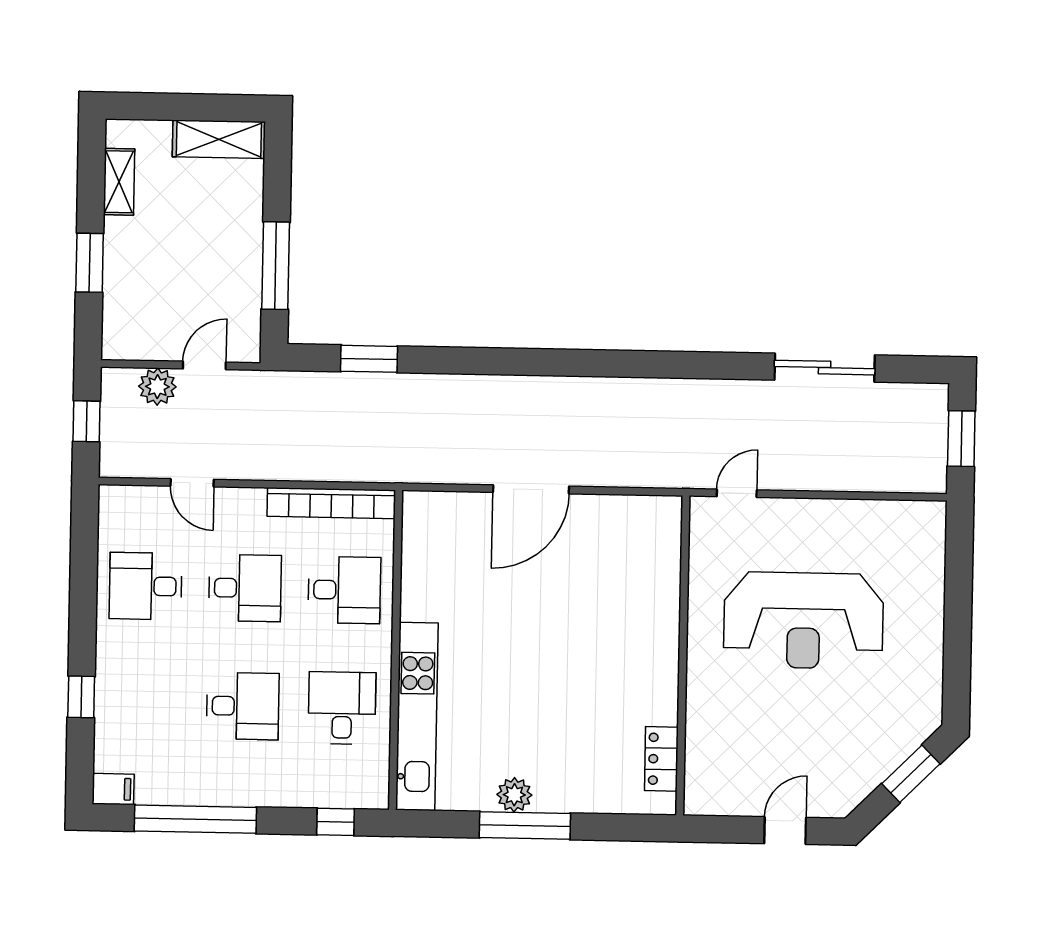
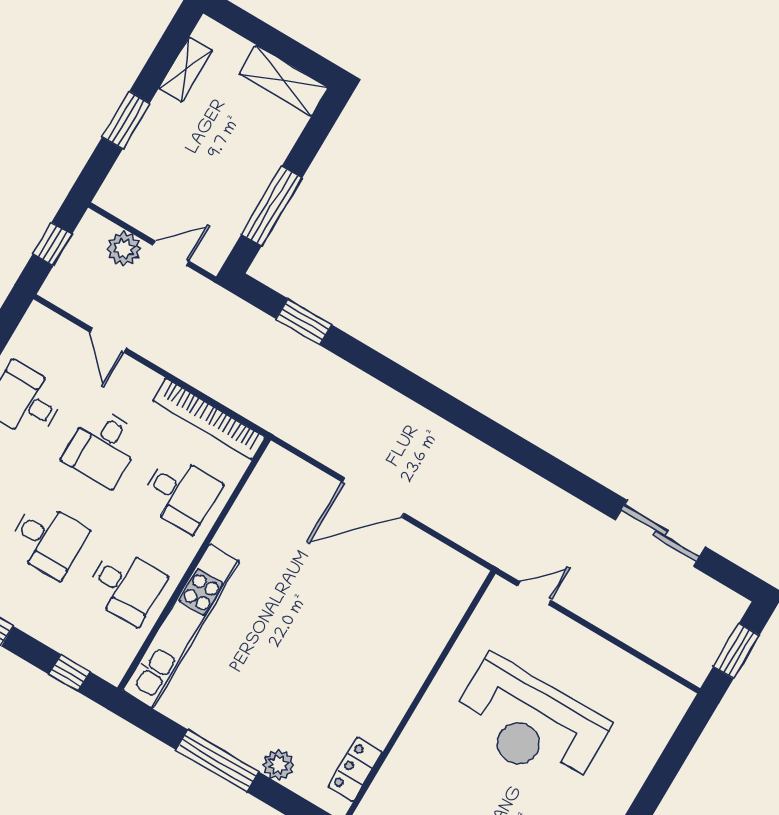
desk: (245, 588) -> (103, 447), turned 90
desk: (342, 708) -> (126, 586), turned 90
plant: (514, 795) -> (279, 765), moved

